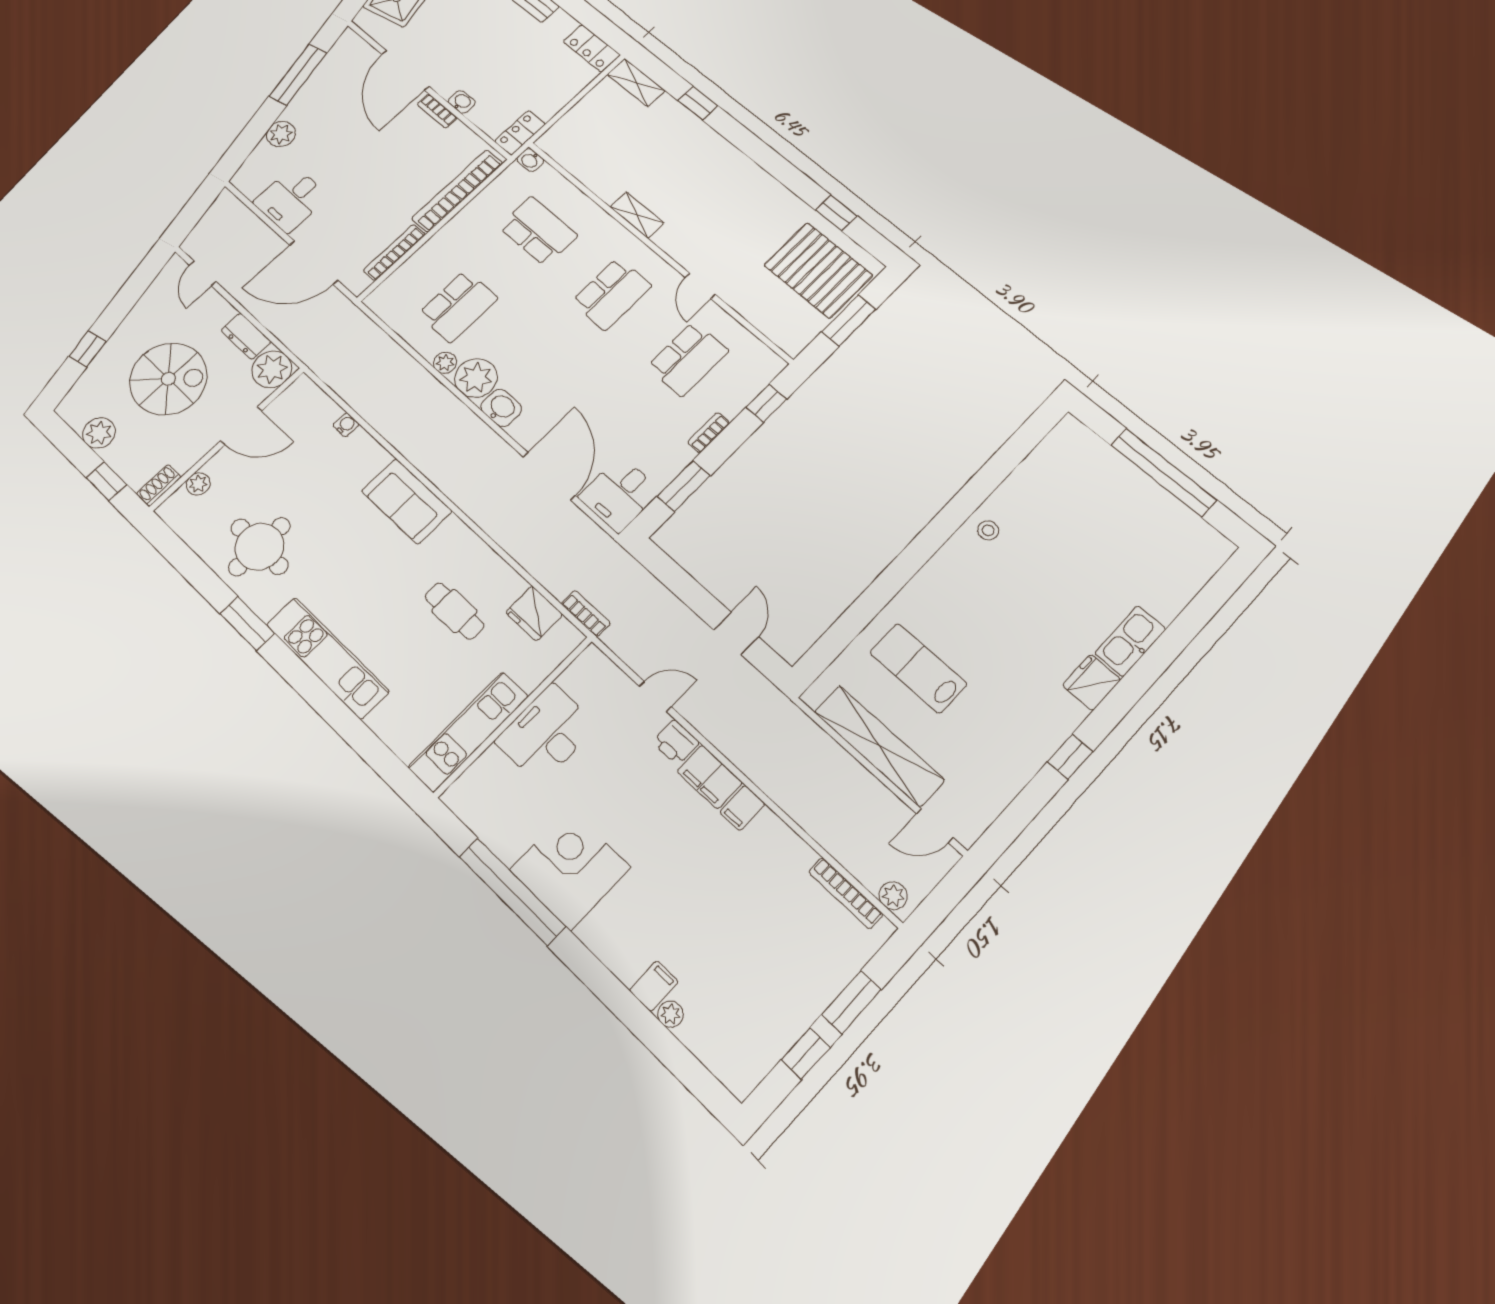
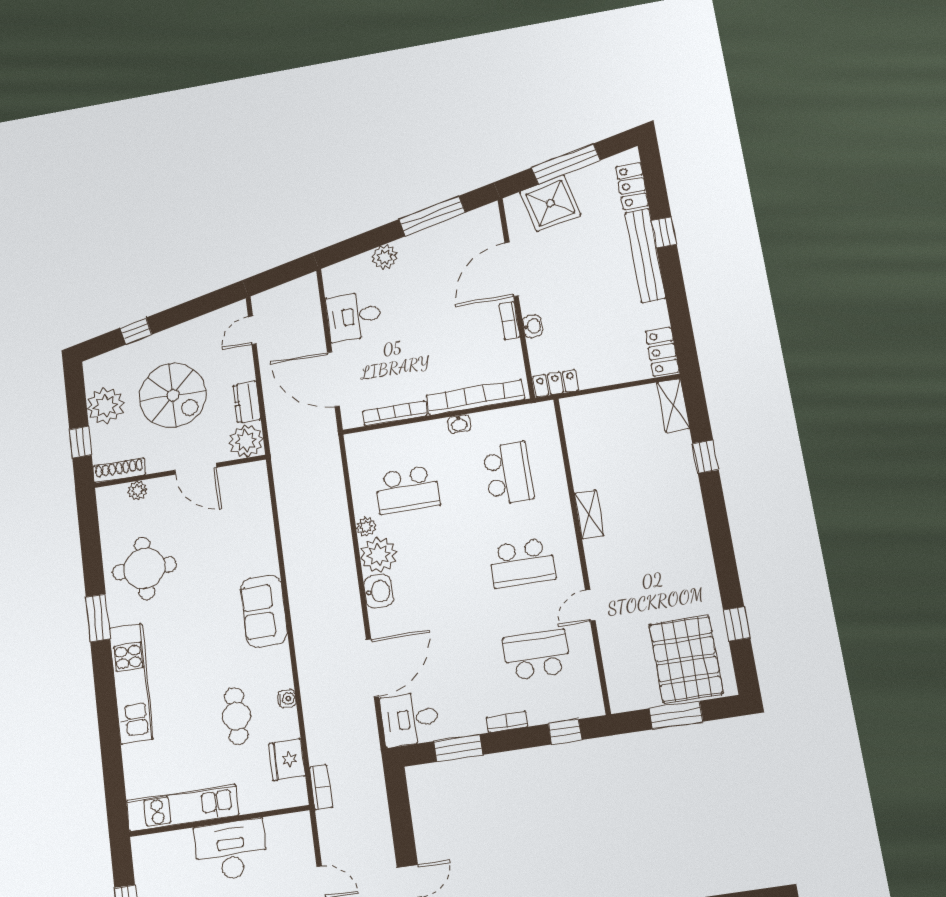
washbasin: (530, 160) -> (459, 424), moved, turned -90
school desk: (688, 359) -> (537, 655), turned 180
water cooler: (346, 425) -> (287, 699), moved
plant: (99, 433) -> (106, 406), width x1.36, depth x1.36
shoe rack: (159, 485) -> (119, 470), width x1.43

